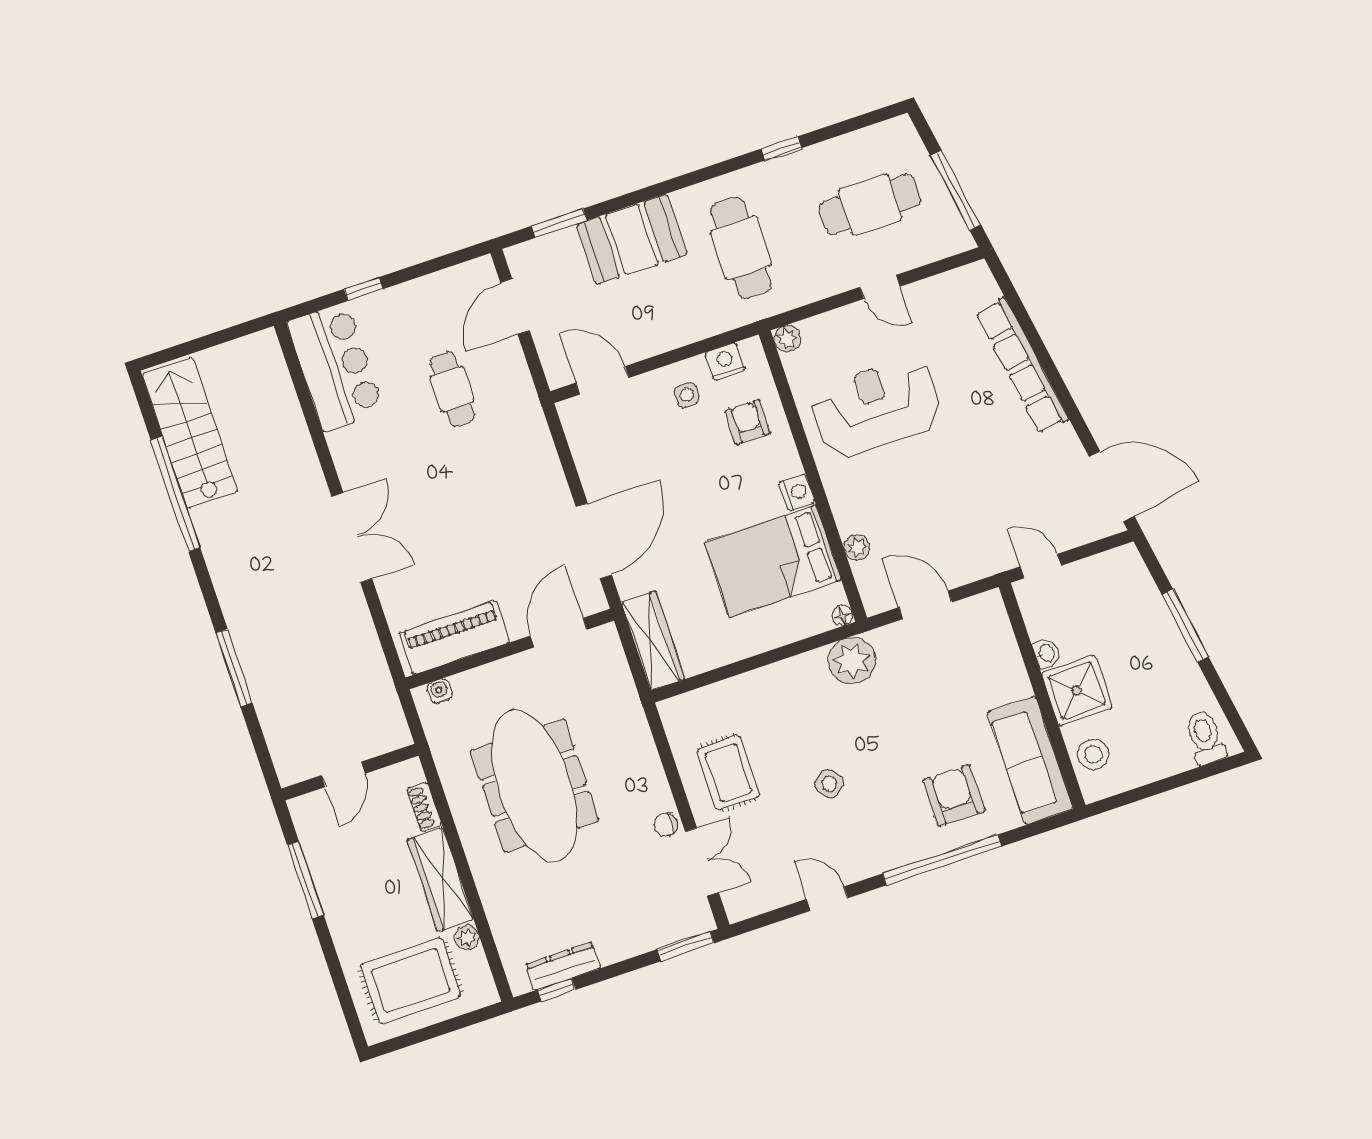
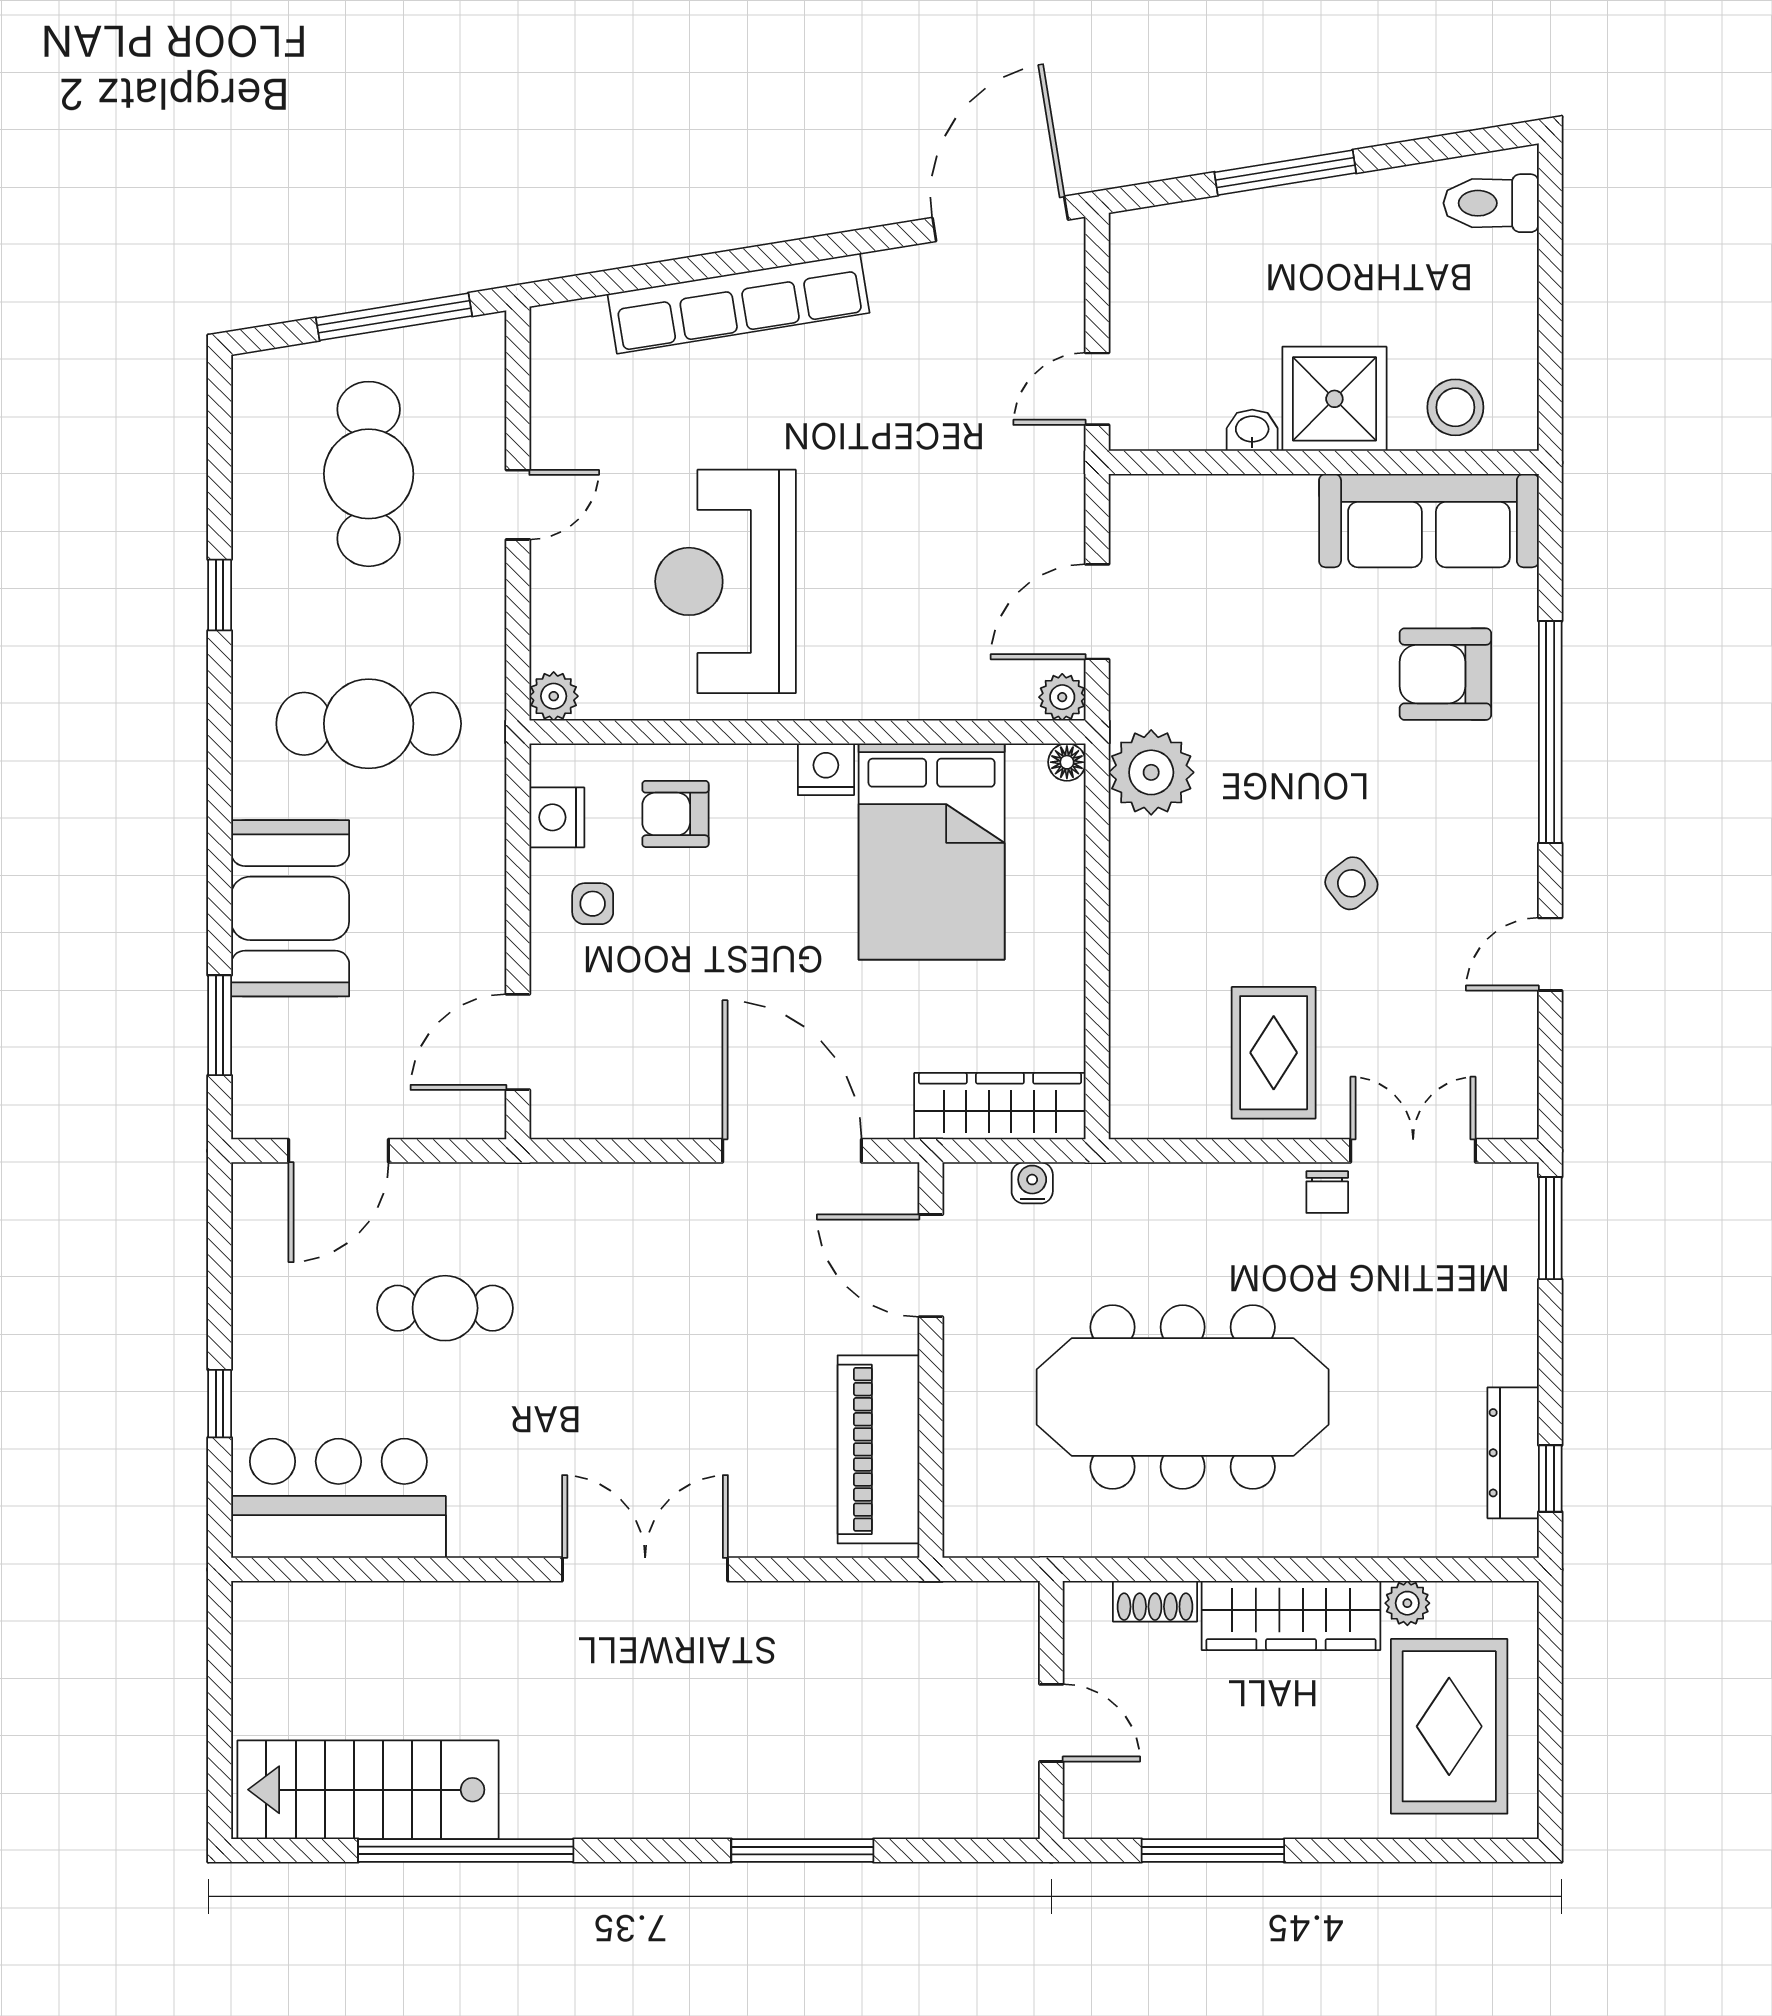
door: (515, 307) -> (339, 1151), hinge flipped
plant: (857, 547) -> (1062, 697), moved
water cooler: (440, 691) -> (1032, 1183), moved, turned 90
rug: (728, 773) -> (1274, 1053), turned 90

